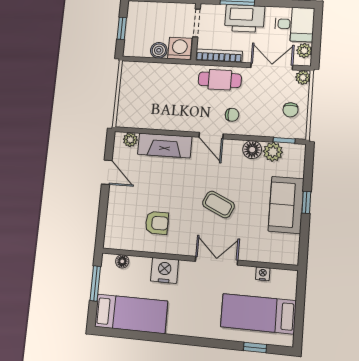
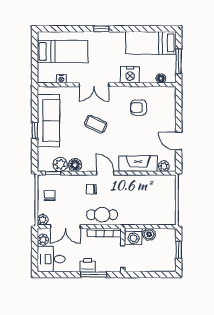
printer: (245, 18) -> (88, 265), width x0.53, depth x0.68
sofa: (286, 205) -> (48, 121), width x1.36
window: (255, 347) -> (101, 29), moved

